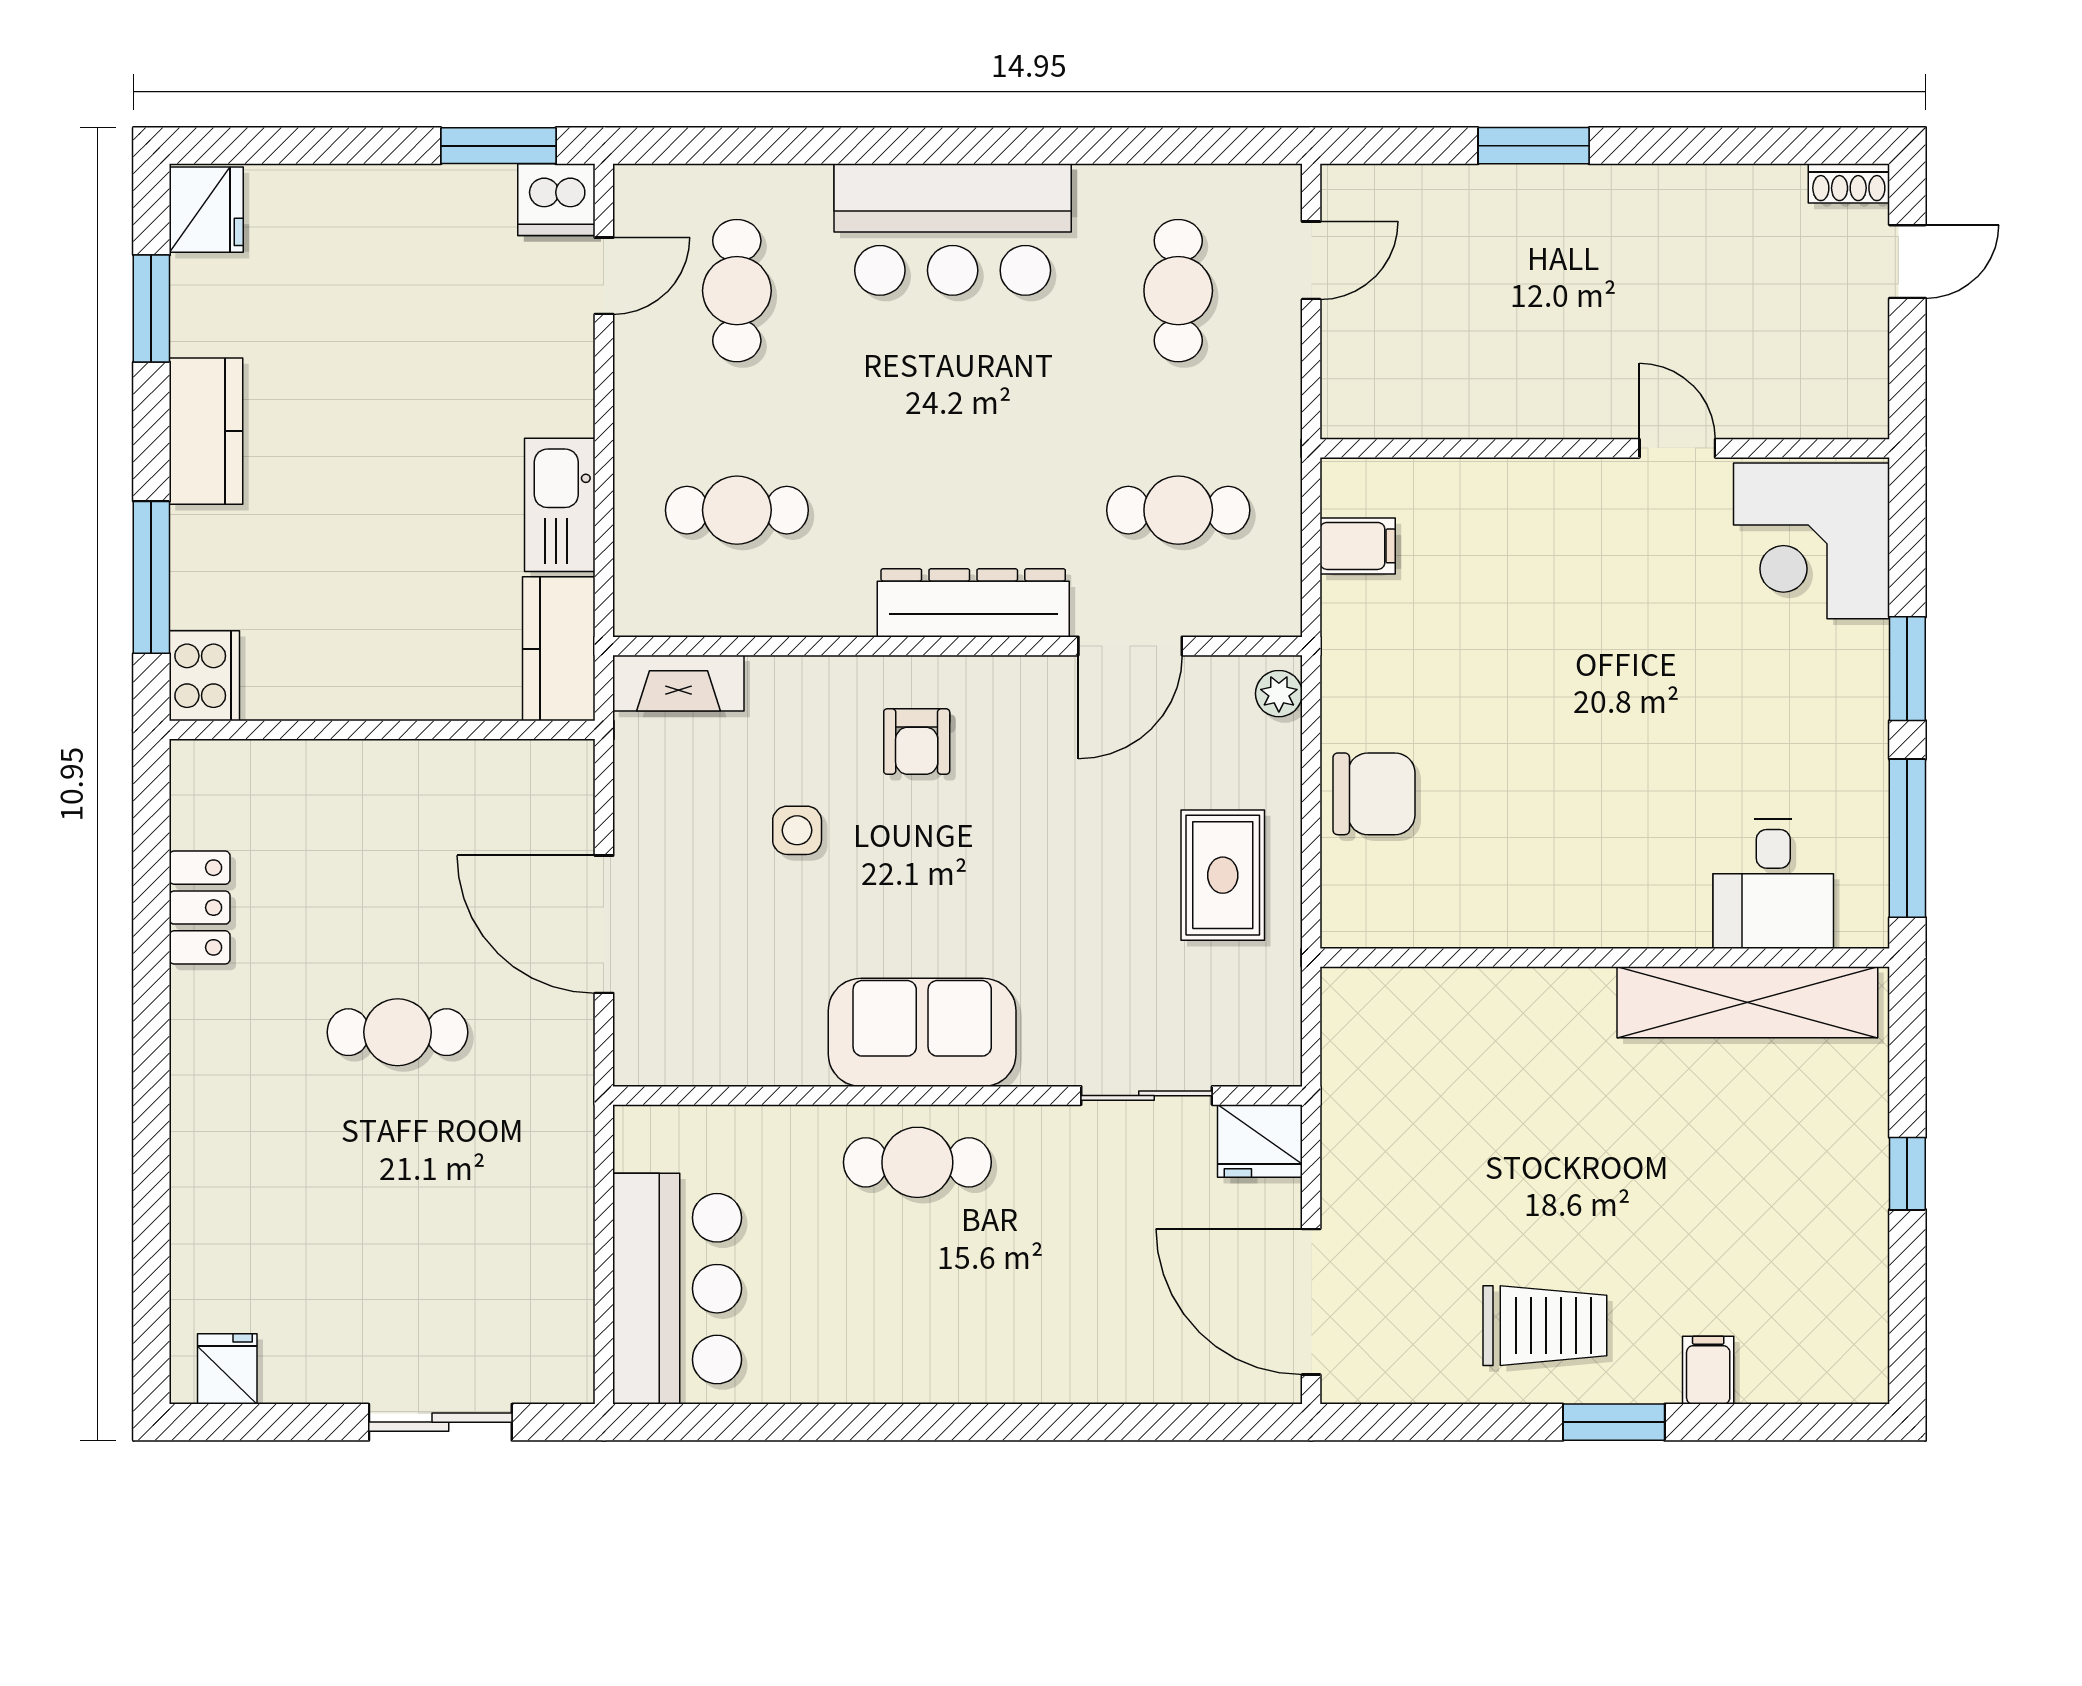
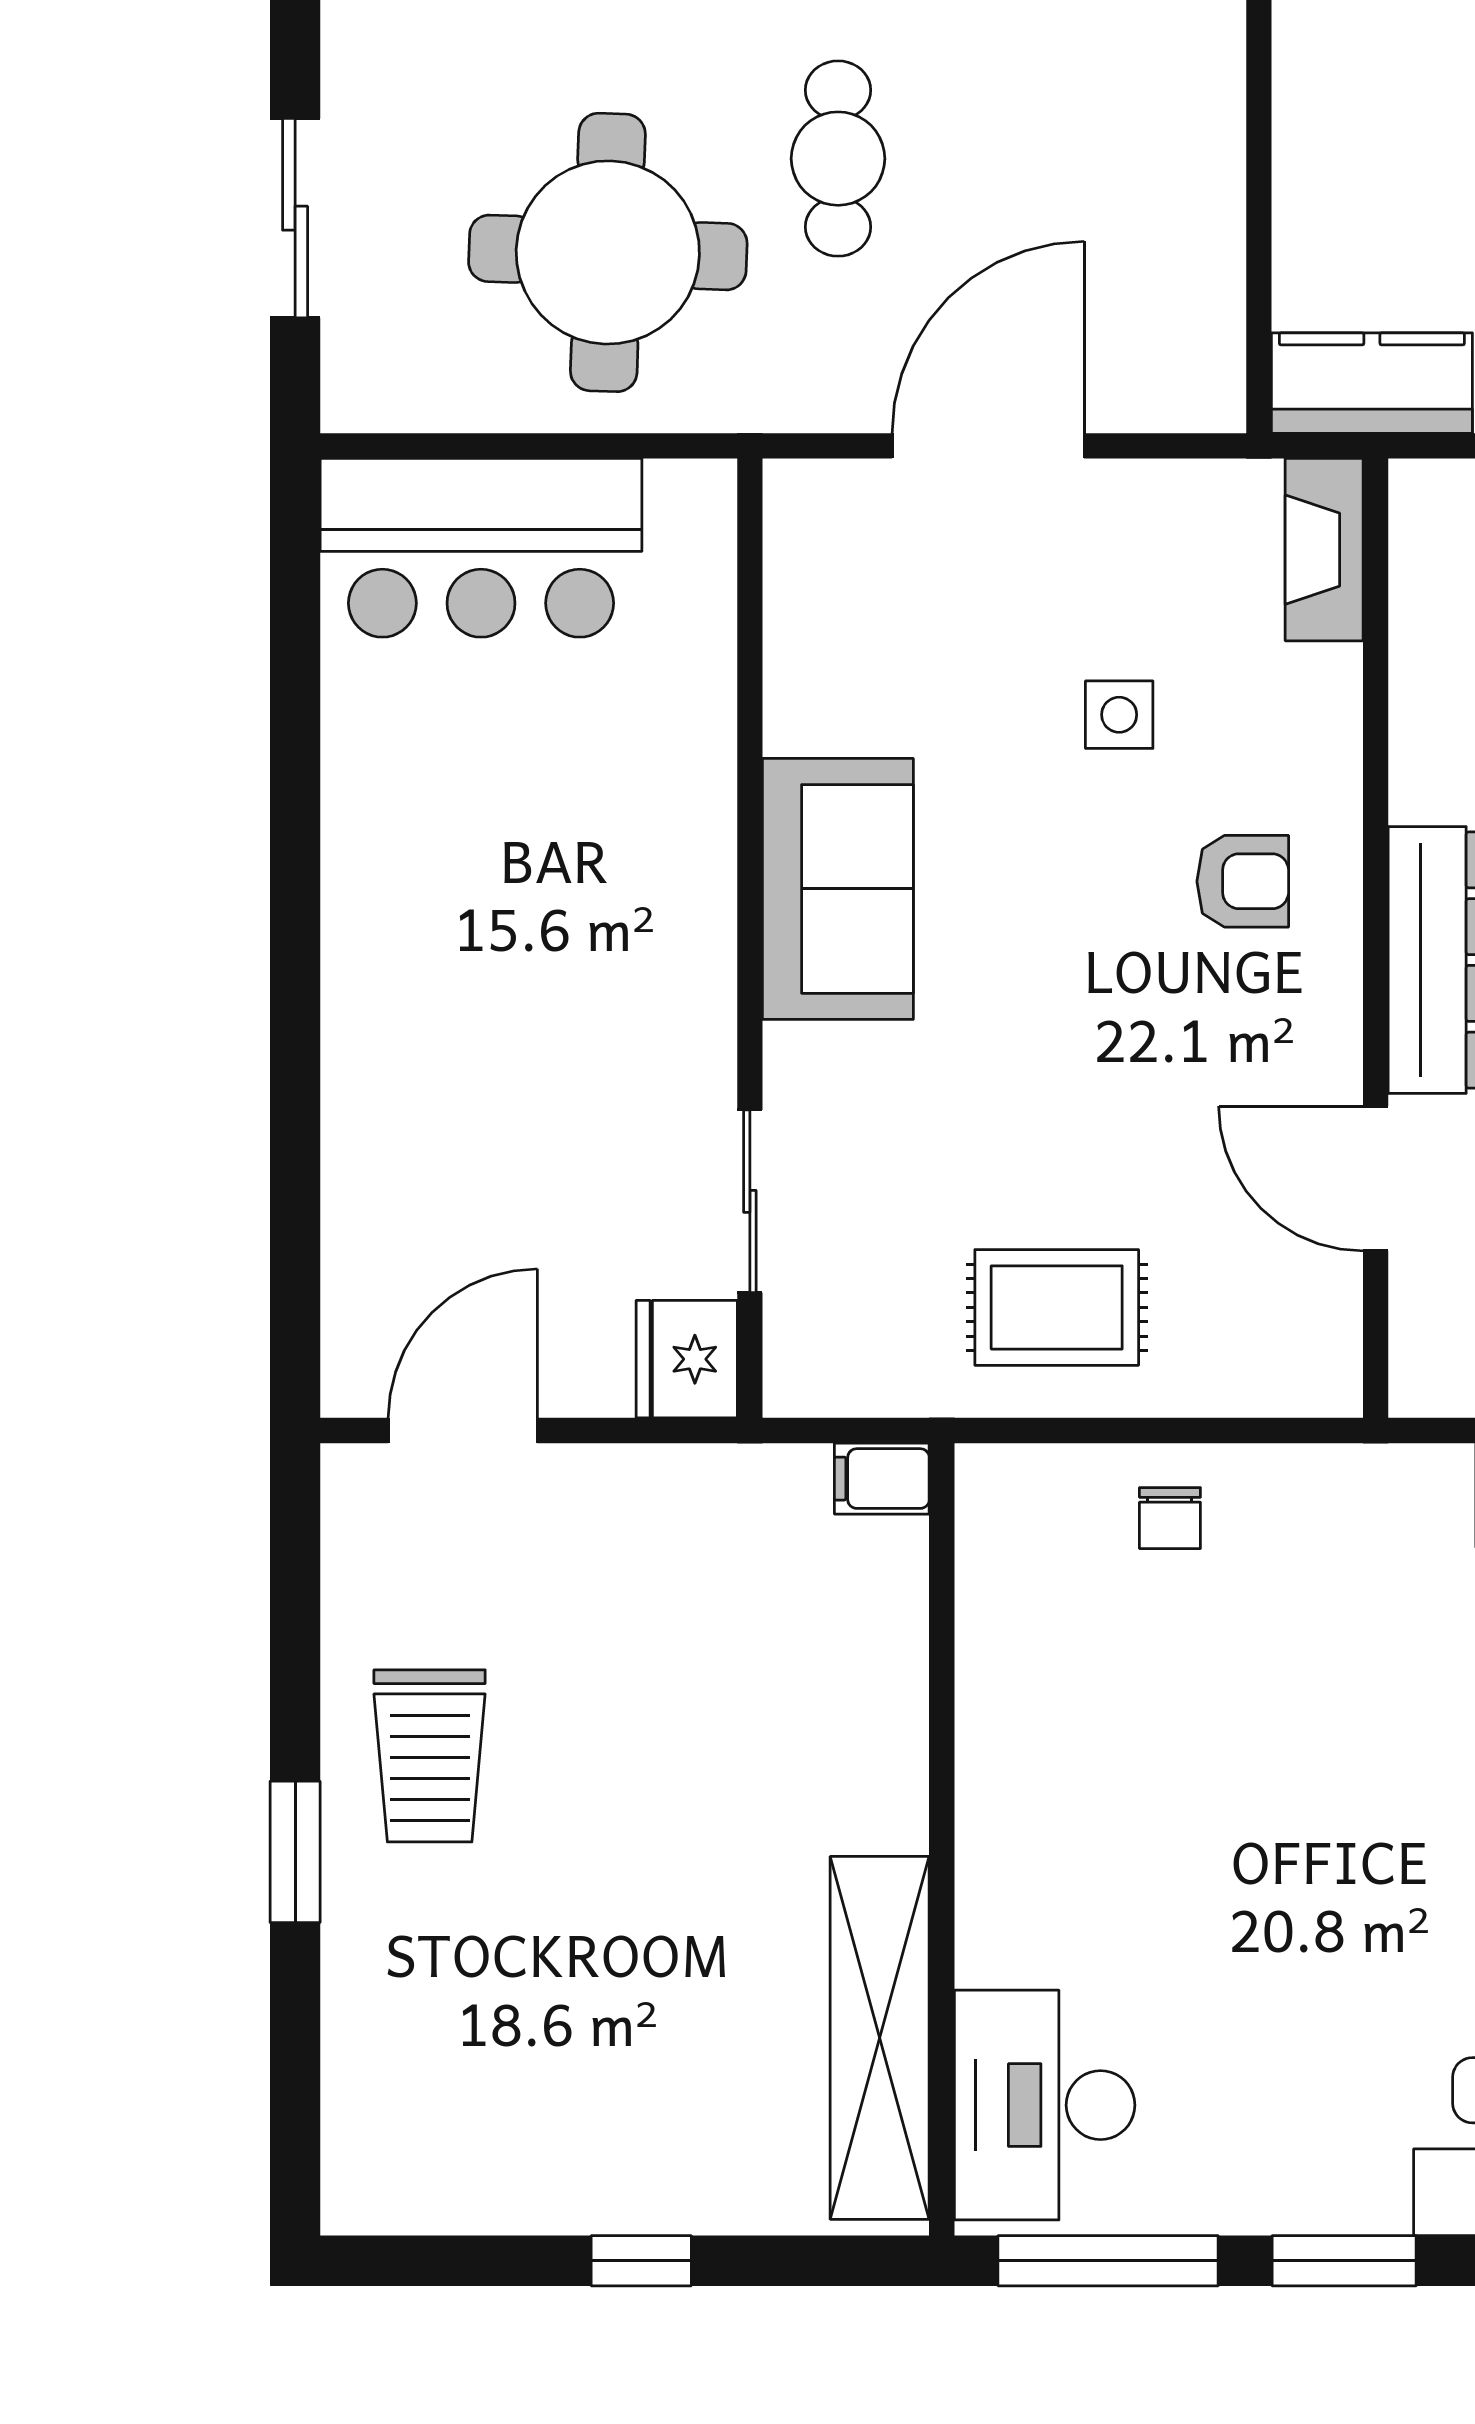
plant: (1279, 694) -> (1309, 1386), removed
armchair: (917, 742) -> (1243, 881), turned 180
chair: (1374, 794) -> (1170, 1518), width x0.54, depth x0.54
desk: (1773, 884) -> (1045, 2105), width x1.37
cafe table: (917, 1162) -> (657, 882), removed
round table: (465, 1198) -> (608, 252), added
door: (1311, 1302) -> (463, 1430), width x0.73
filing cabinet: (1708, 1370) -> (882, 1479), moved, turned 180

